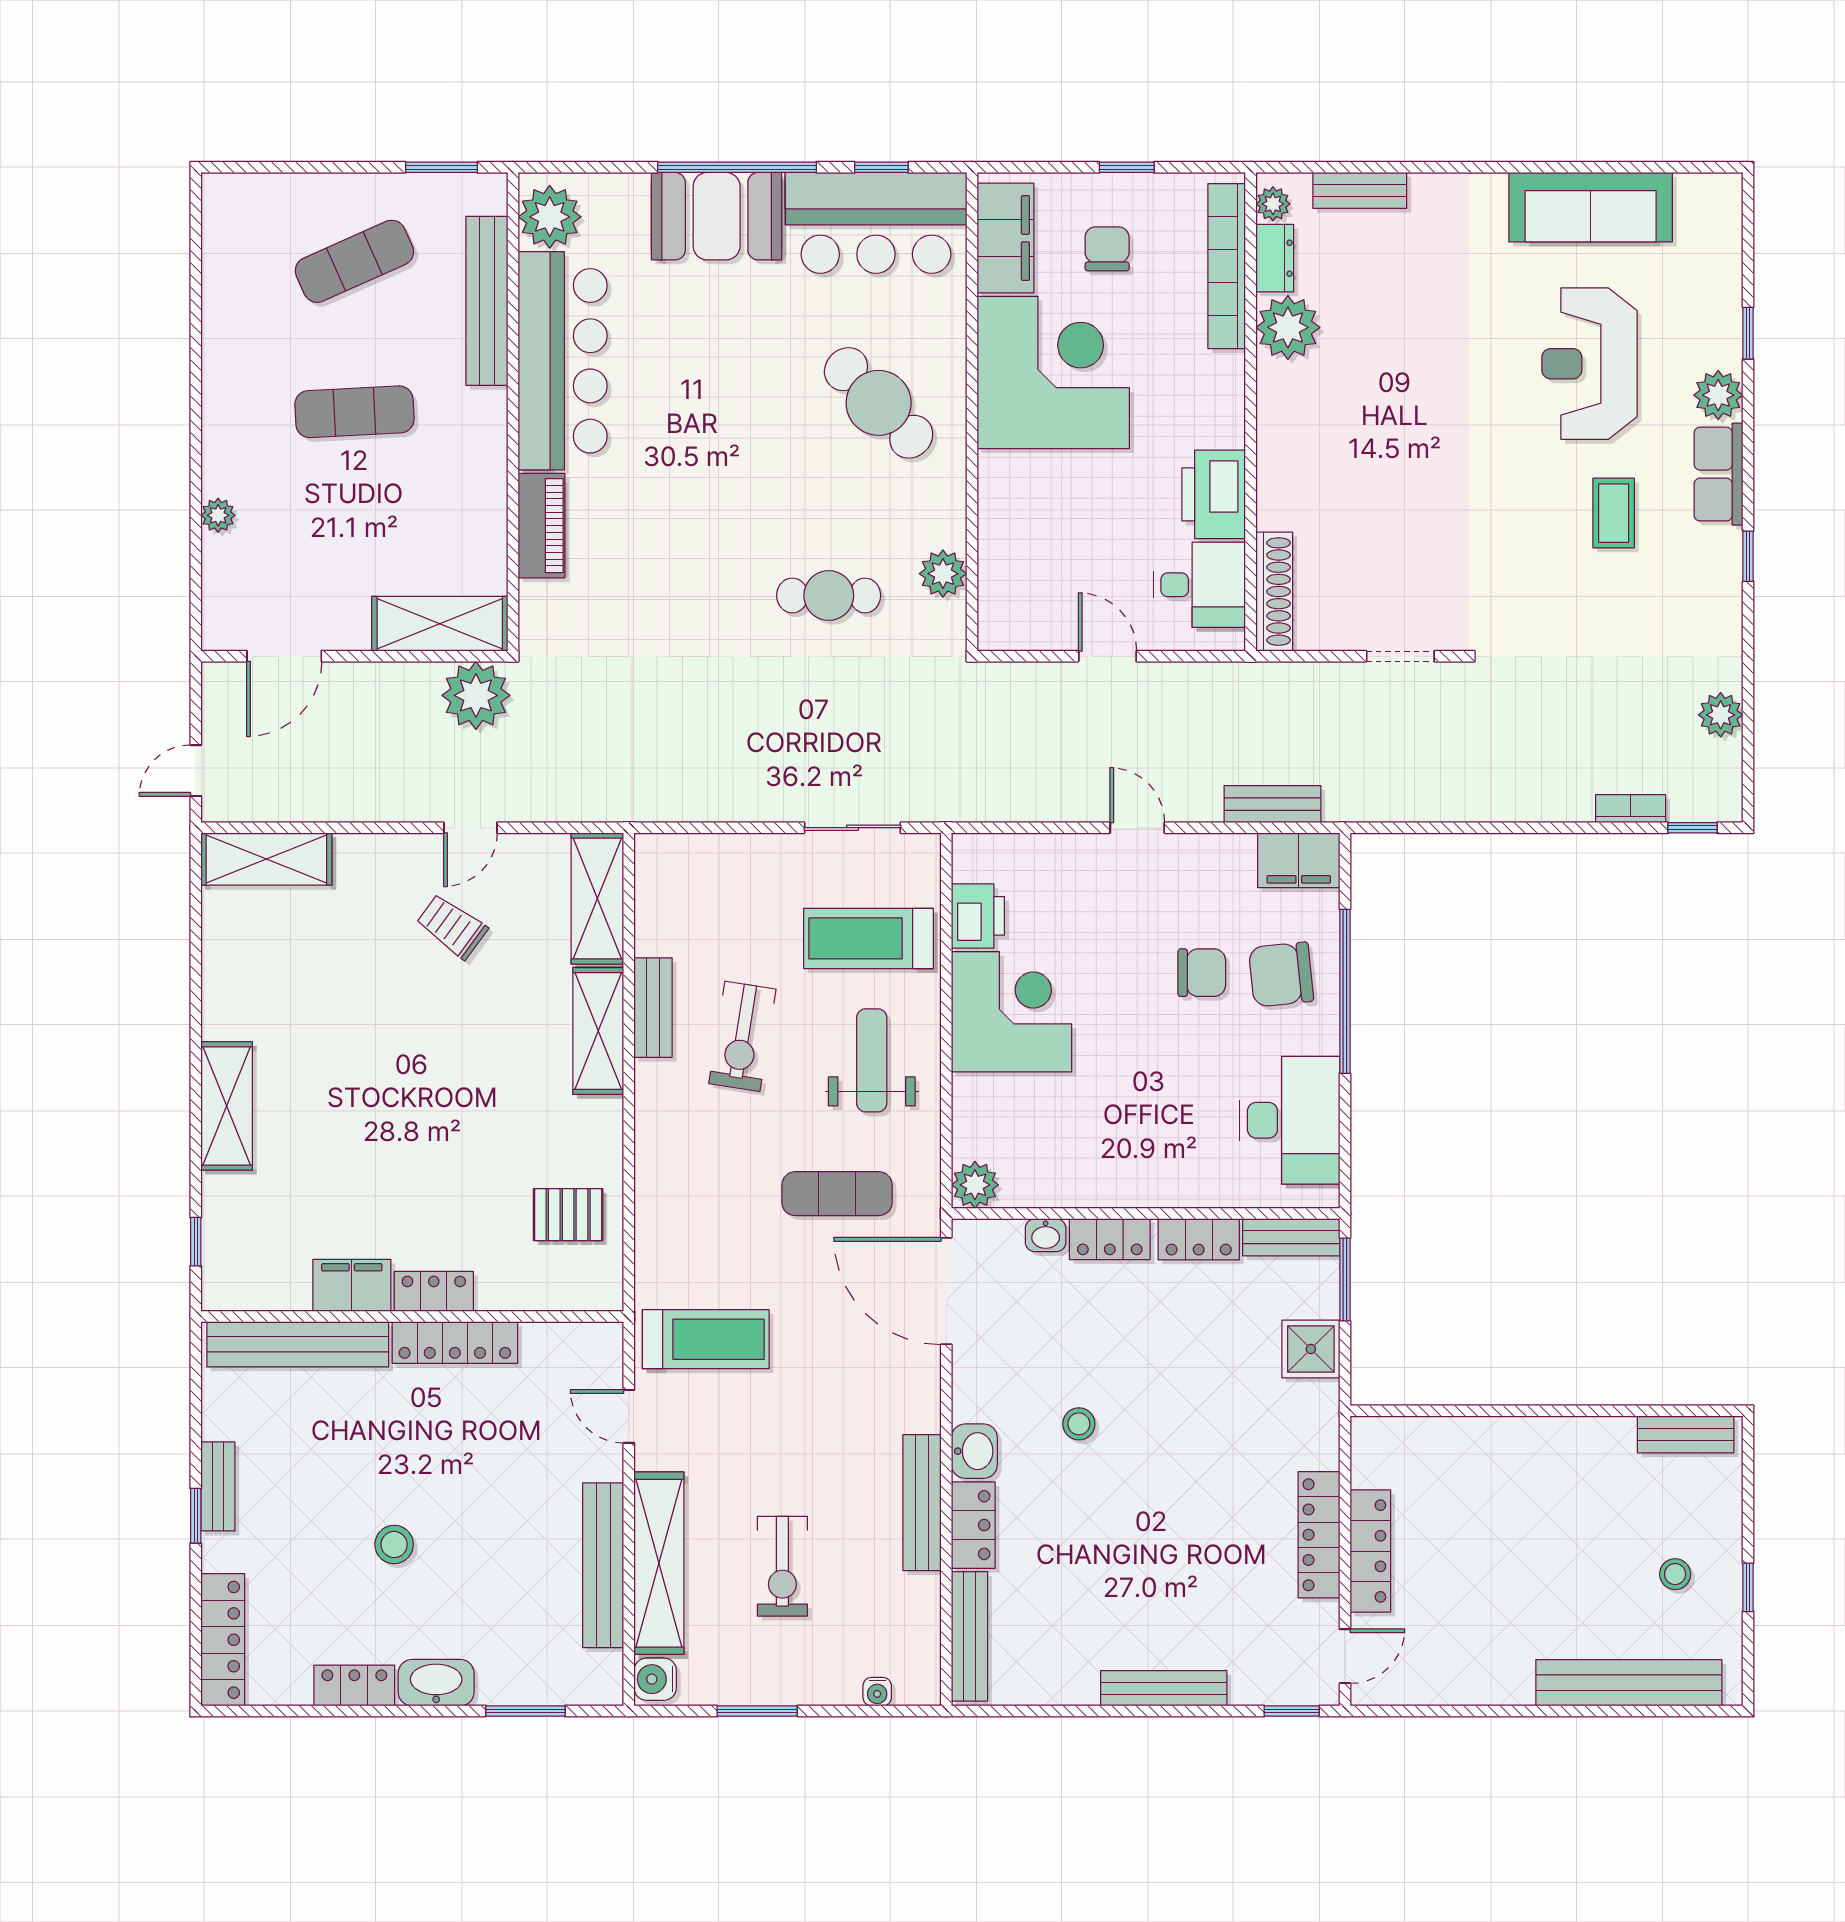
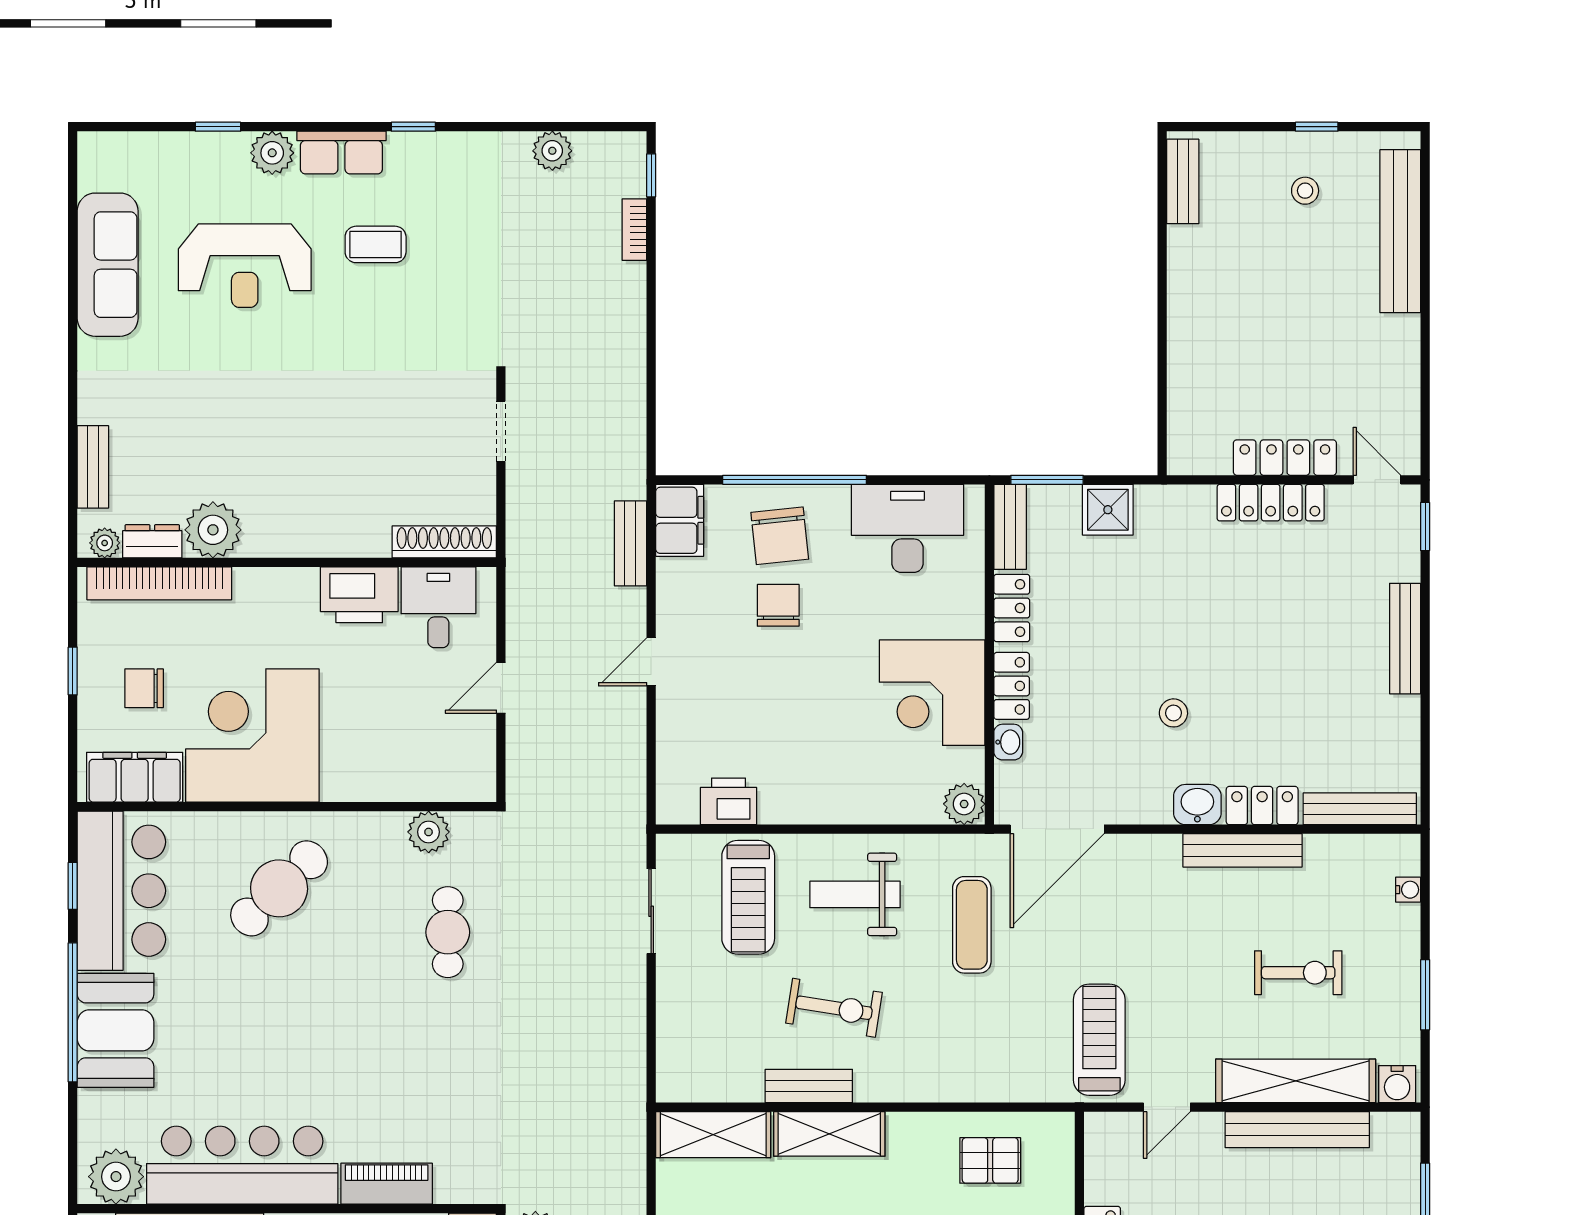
corner desk: (1012, 1012) -> (932, 693), moved, turned -90
pallet: (568, 1215) -> (990, 1160), turned 90

